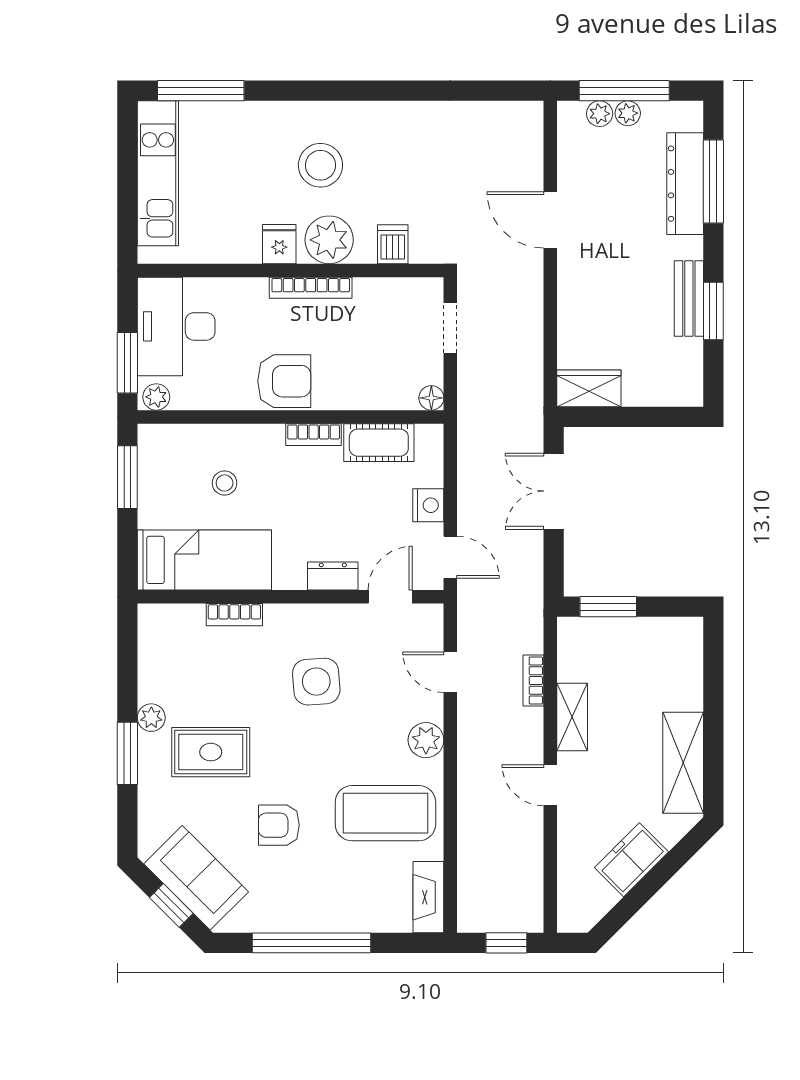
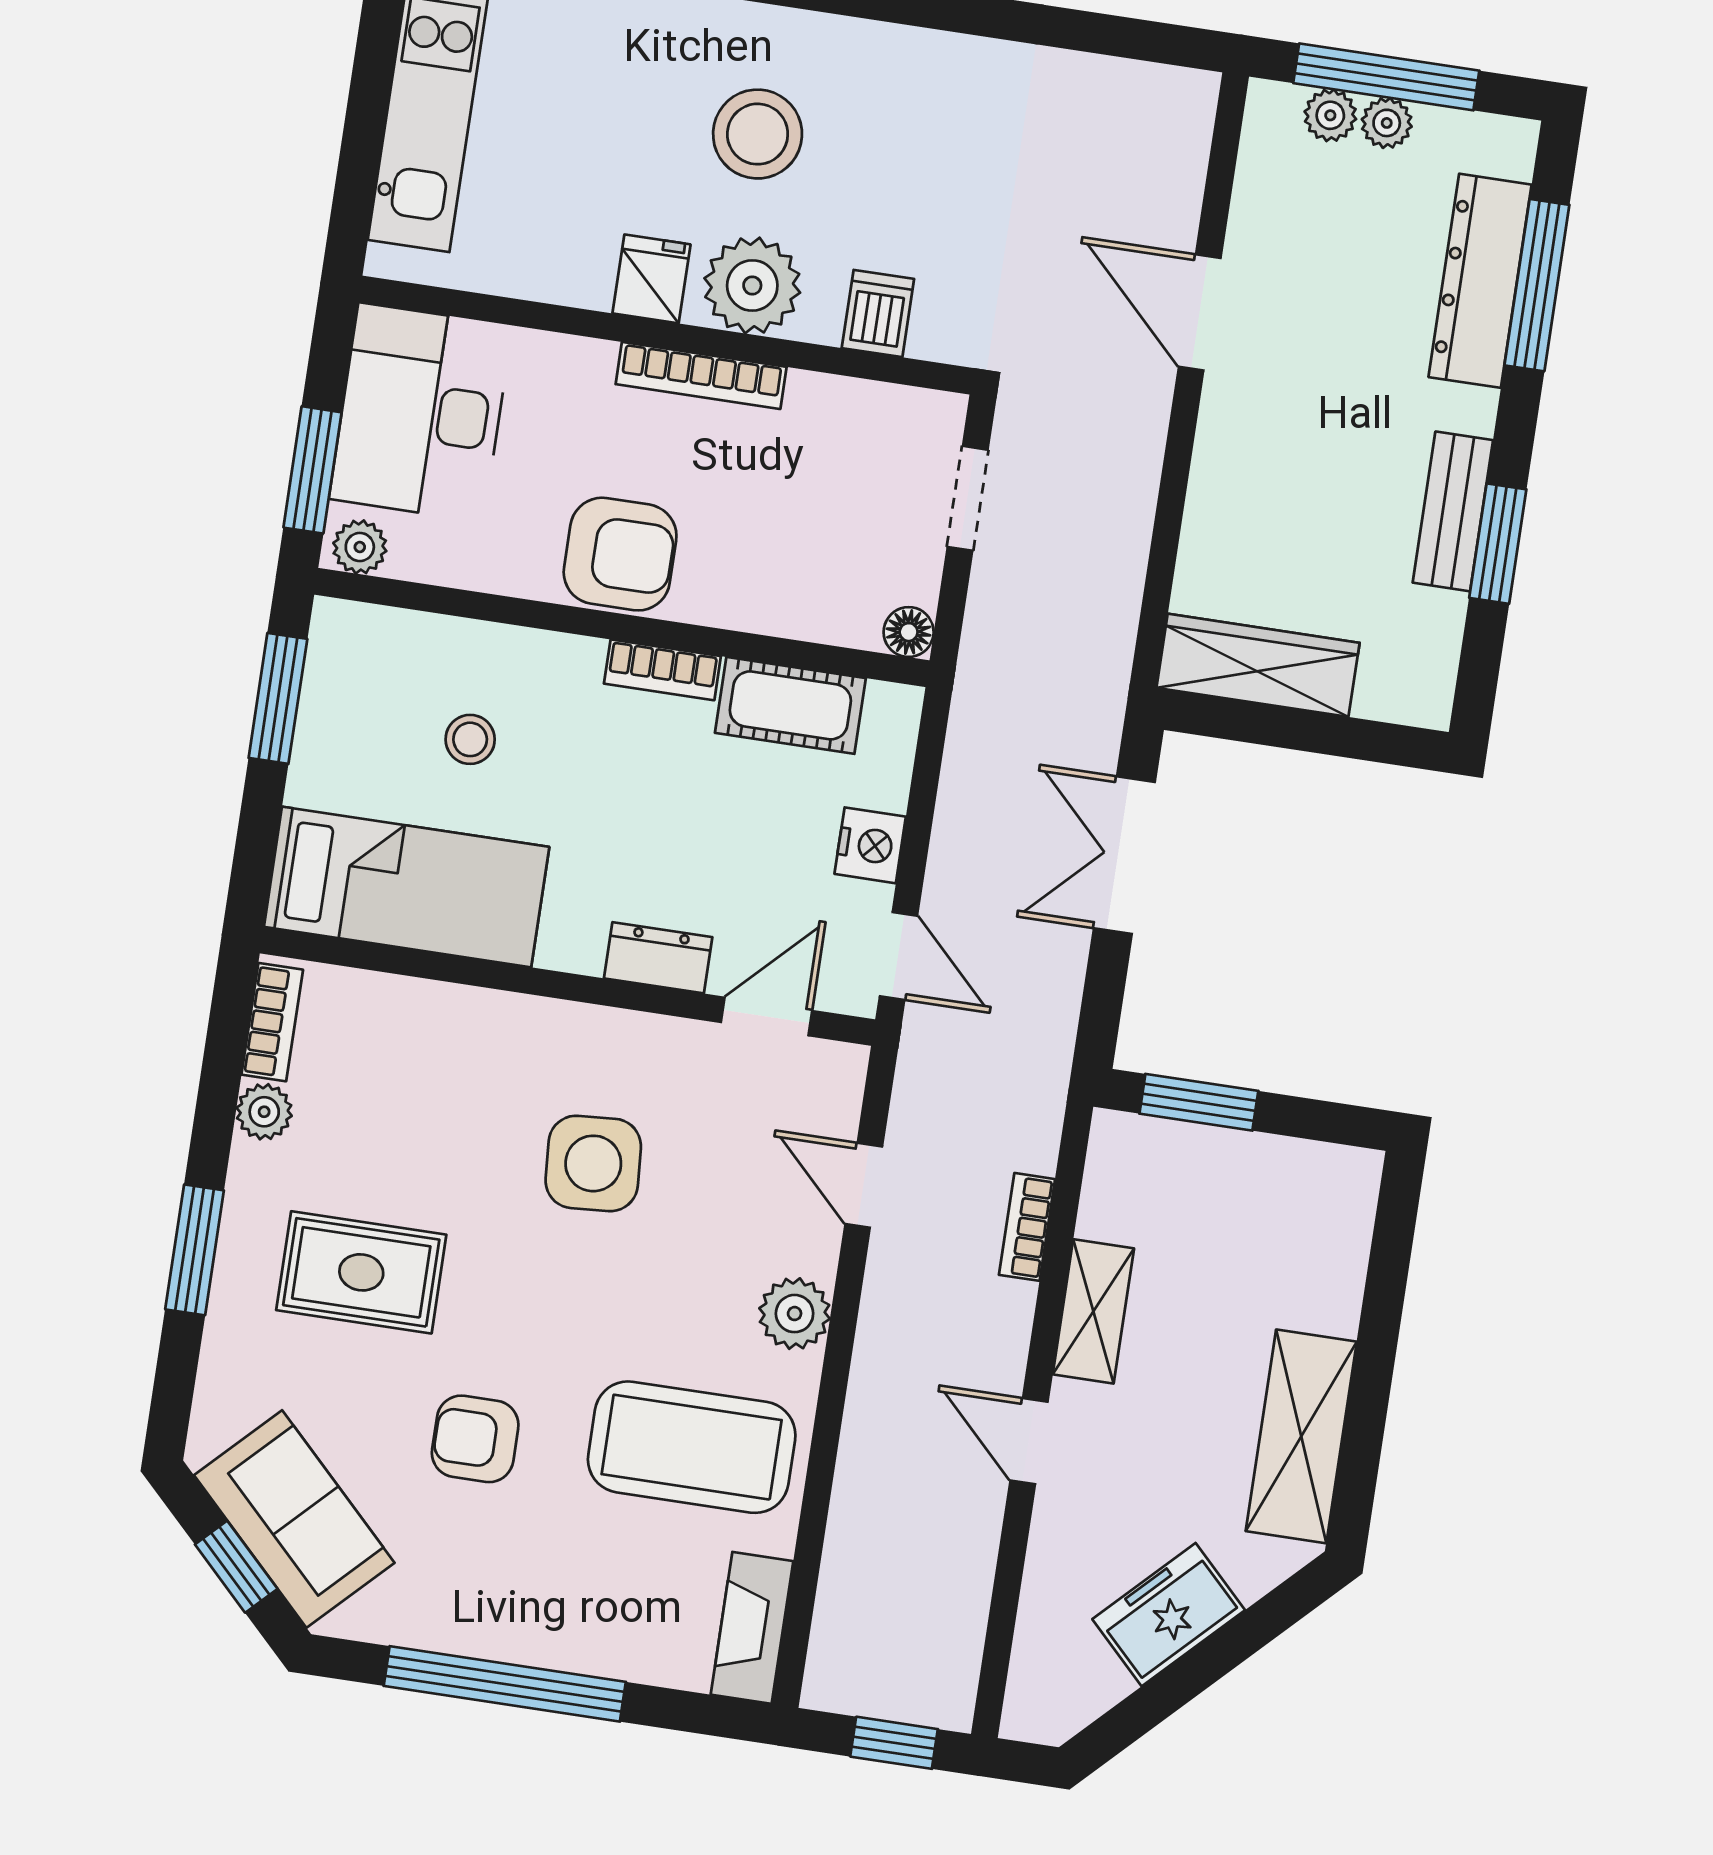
wardrobe: (589, 388) -> (1258, 665), width x1.50
bookcase: (234, 615) -> (272, 1022), moved, turned -90
plant: (151, 718) -> (264, 1112), moved

